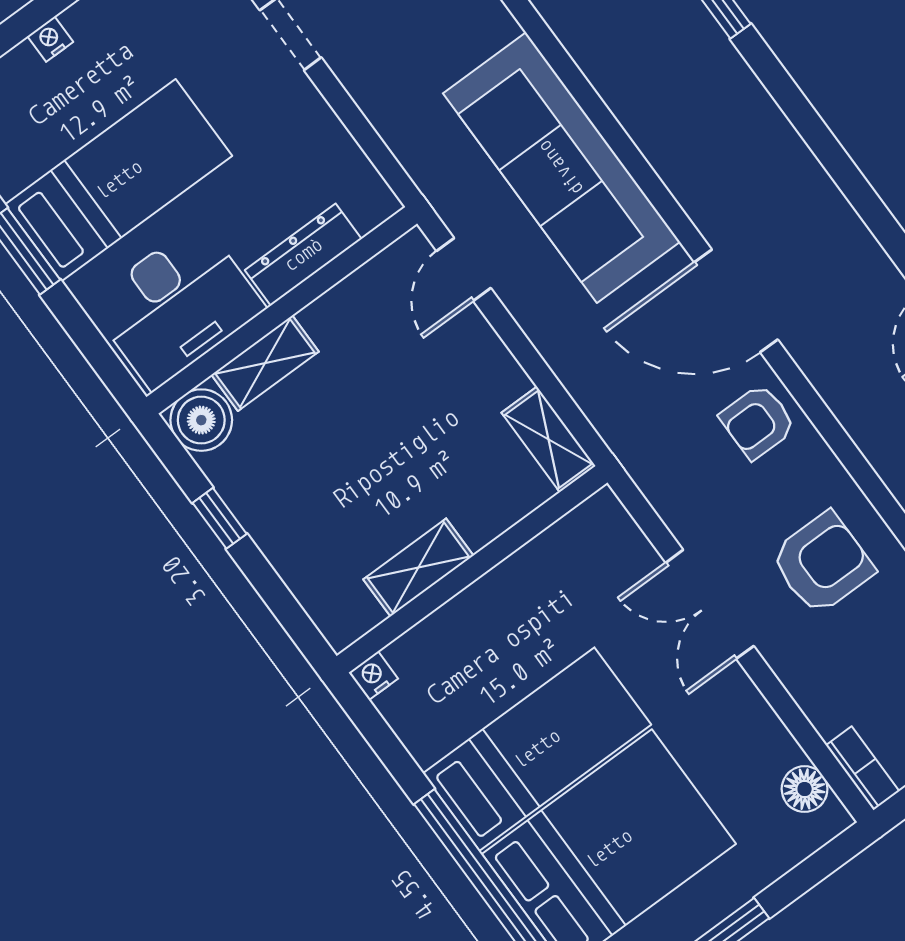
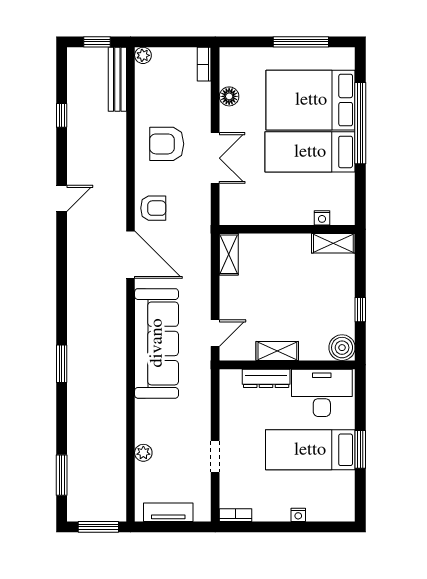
shelving: (265, 363) -> (277, 351), moved
shelving: (418, 567) -> (333, 243), moved
nightstand: (373, 676) -> (322, 218), moved
floor lamp: (805, 789) -> (229, 96), moved

